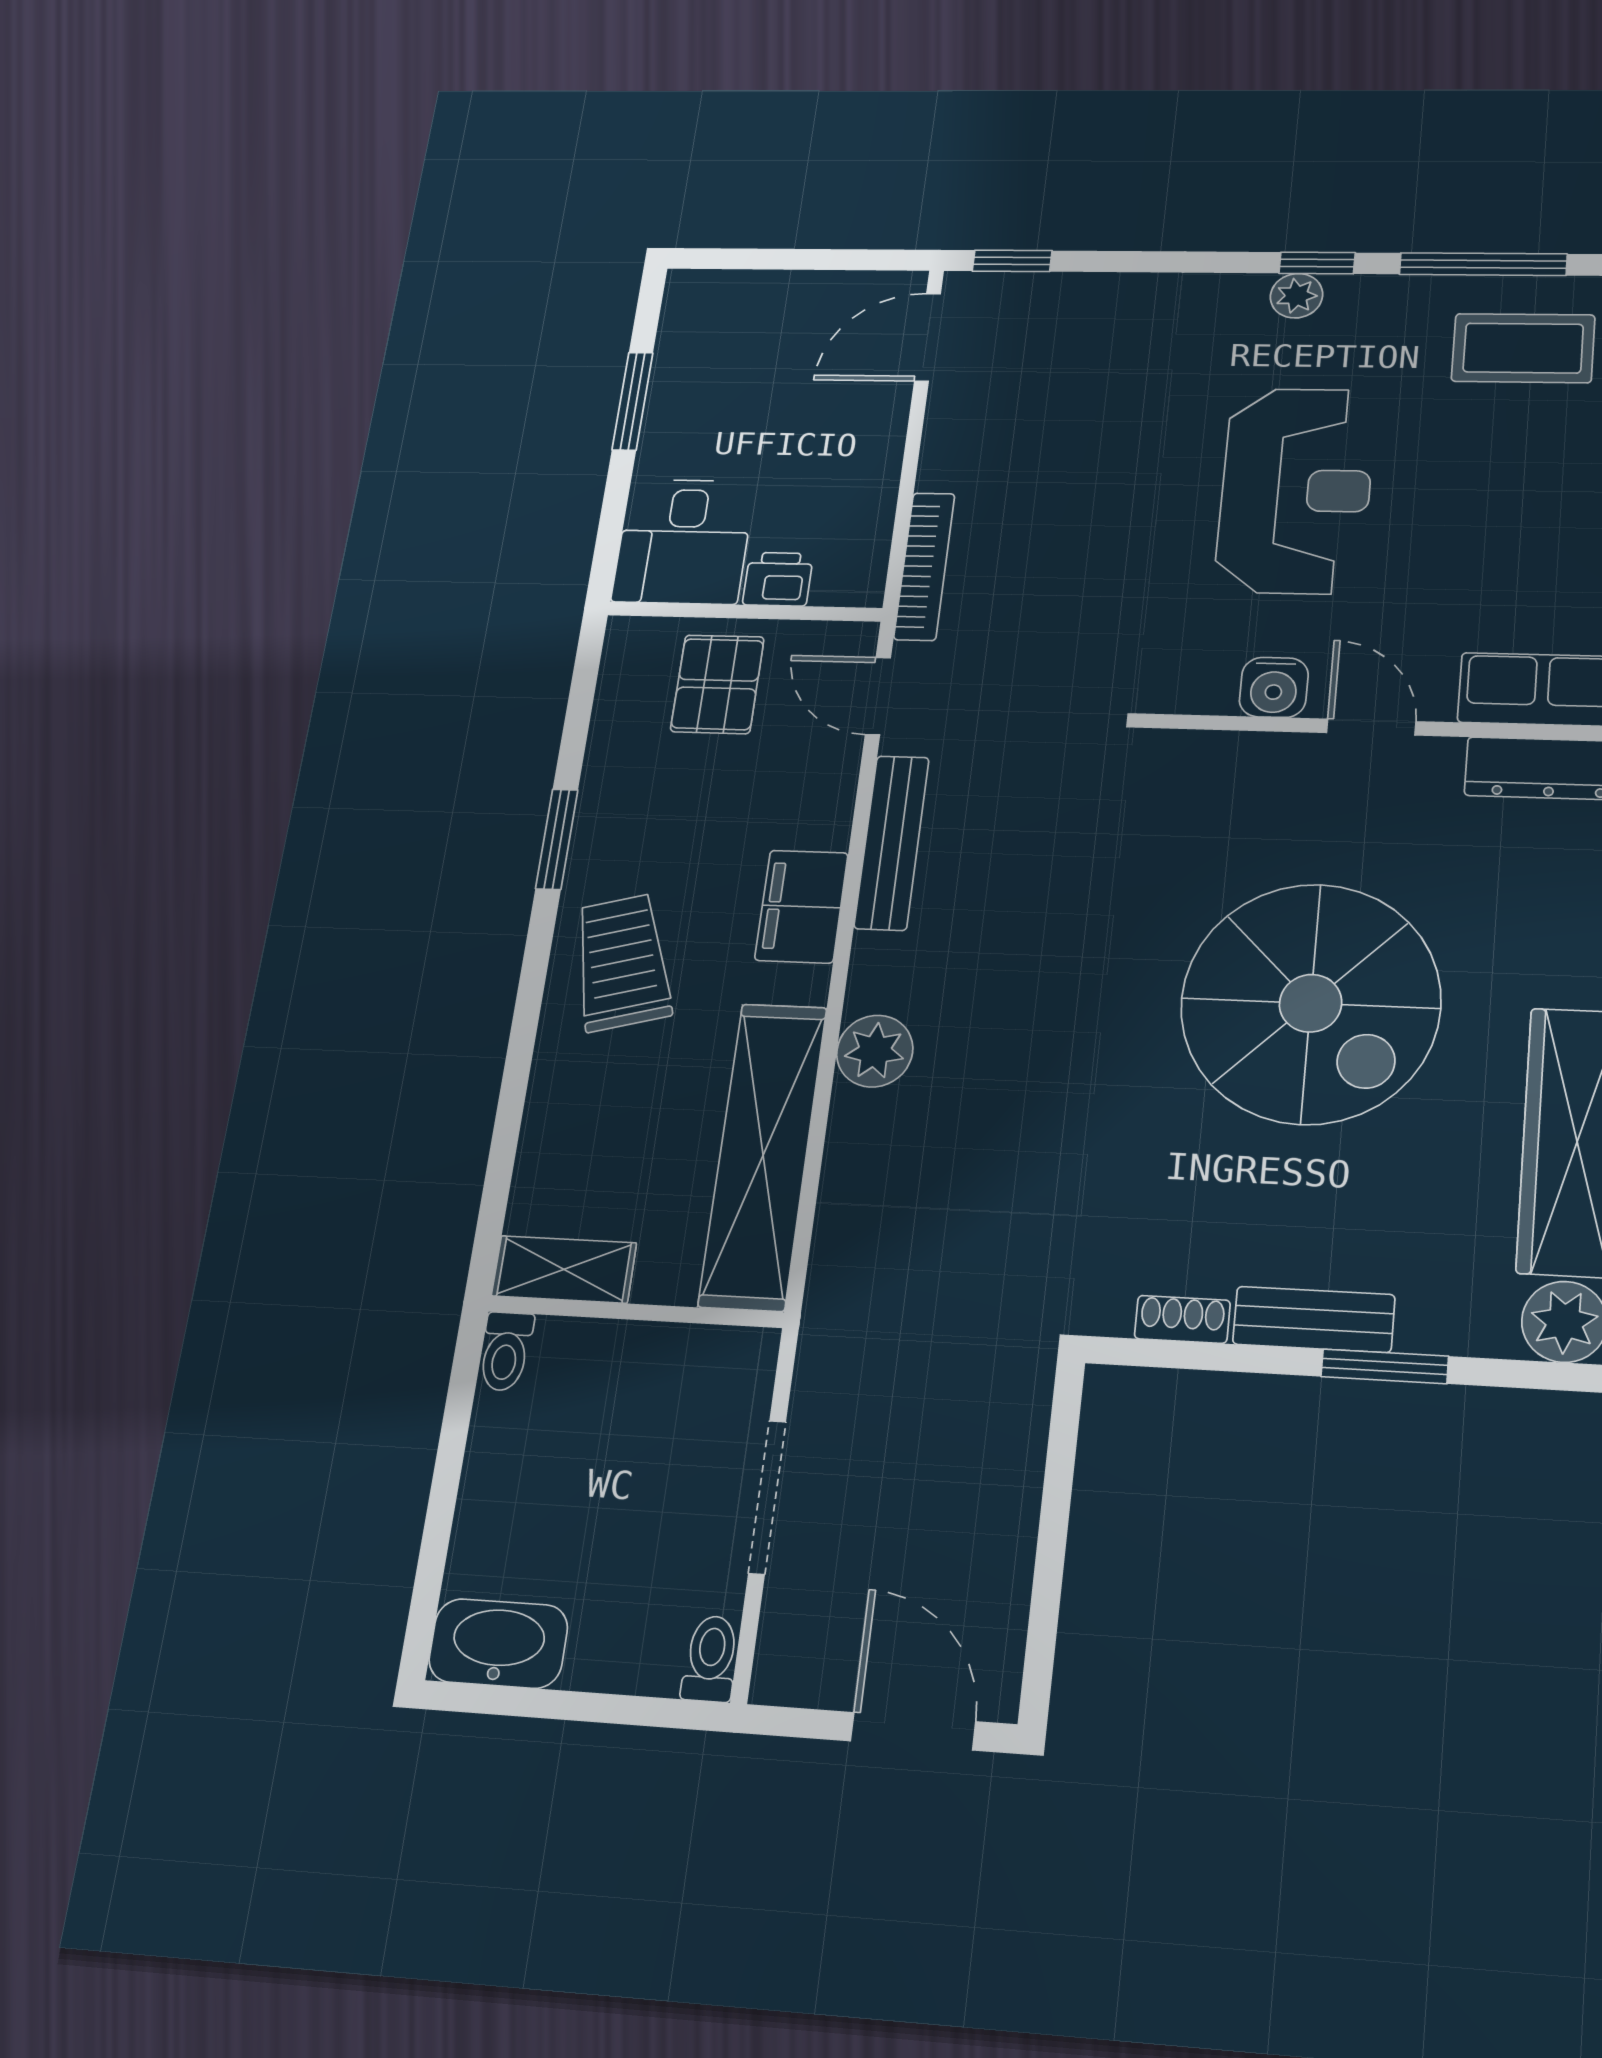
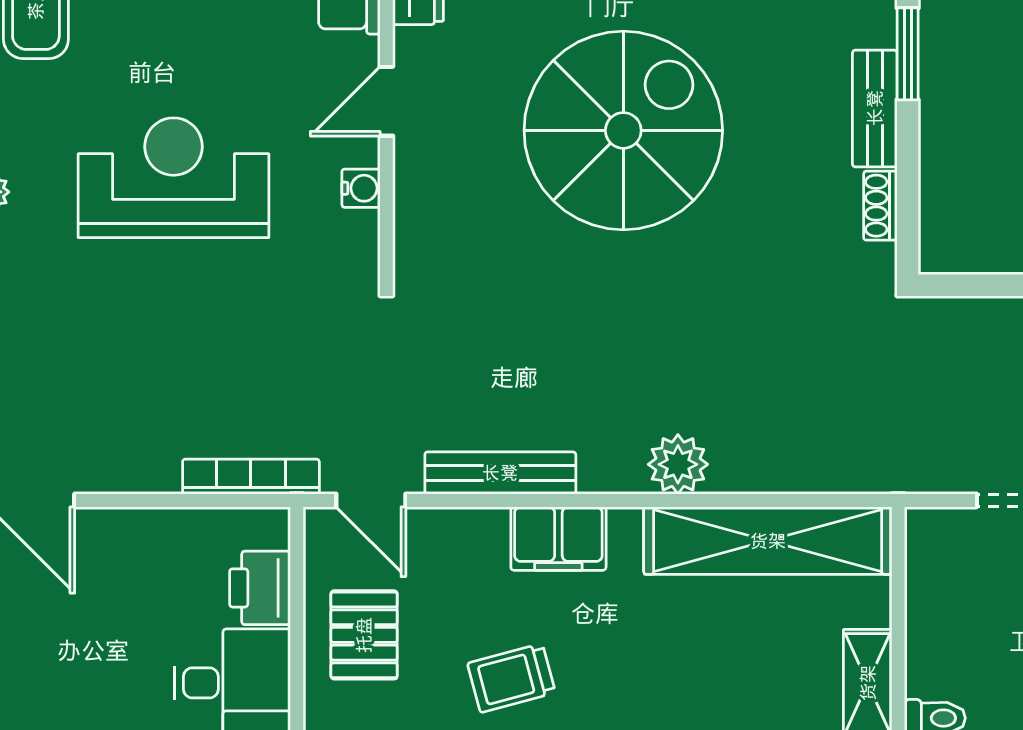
printer: (778, 579) -> (260, 588), width x1.36, depth x1.24
pallet: (717, 684) -> (364, 635), turned 90
water cooler: (1274, 687) -> (361, 188), width x0.72, depth x0.72
door: (878, 696) -> (371, 500), hinge flipped
trolley: (622, 962) -> (511, 678), moved, width x0.73, depth x0.72

